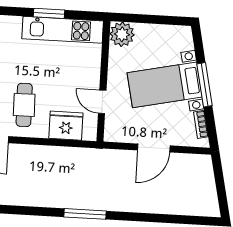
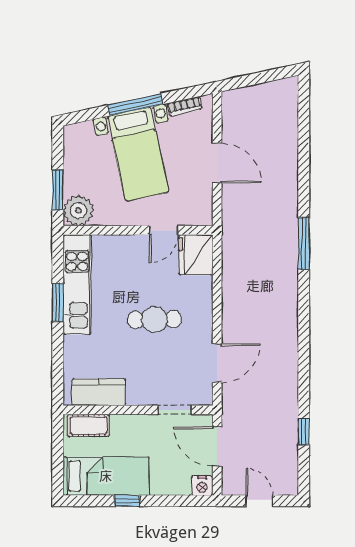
window: (140, 19) -> (58, 190), added
cafe table: (24, 105) -> (154, 319), moved
fridge: (66, 126) -> (196, 255), moved

